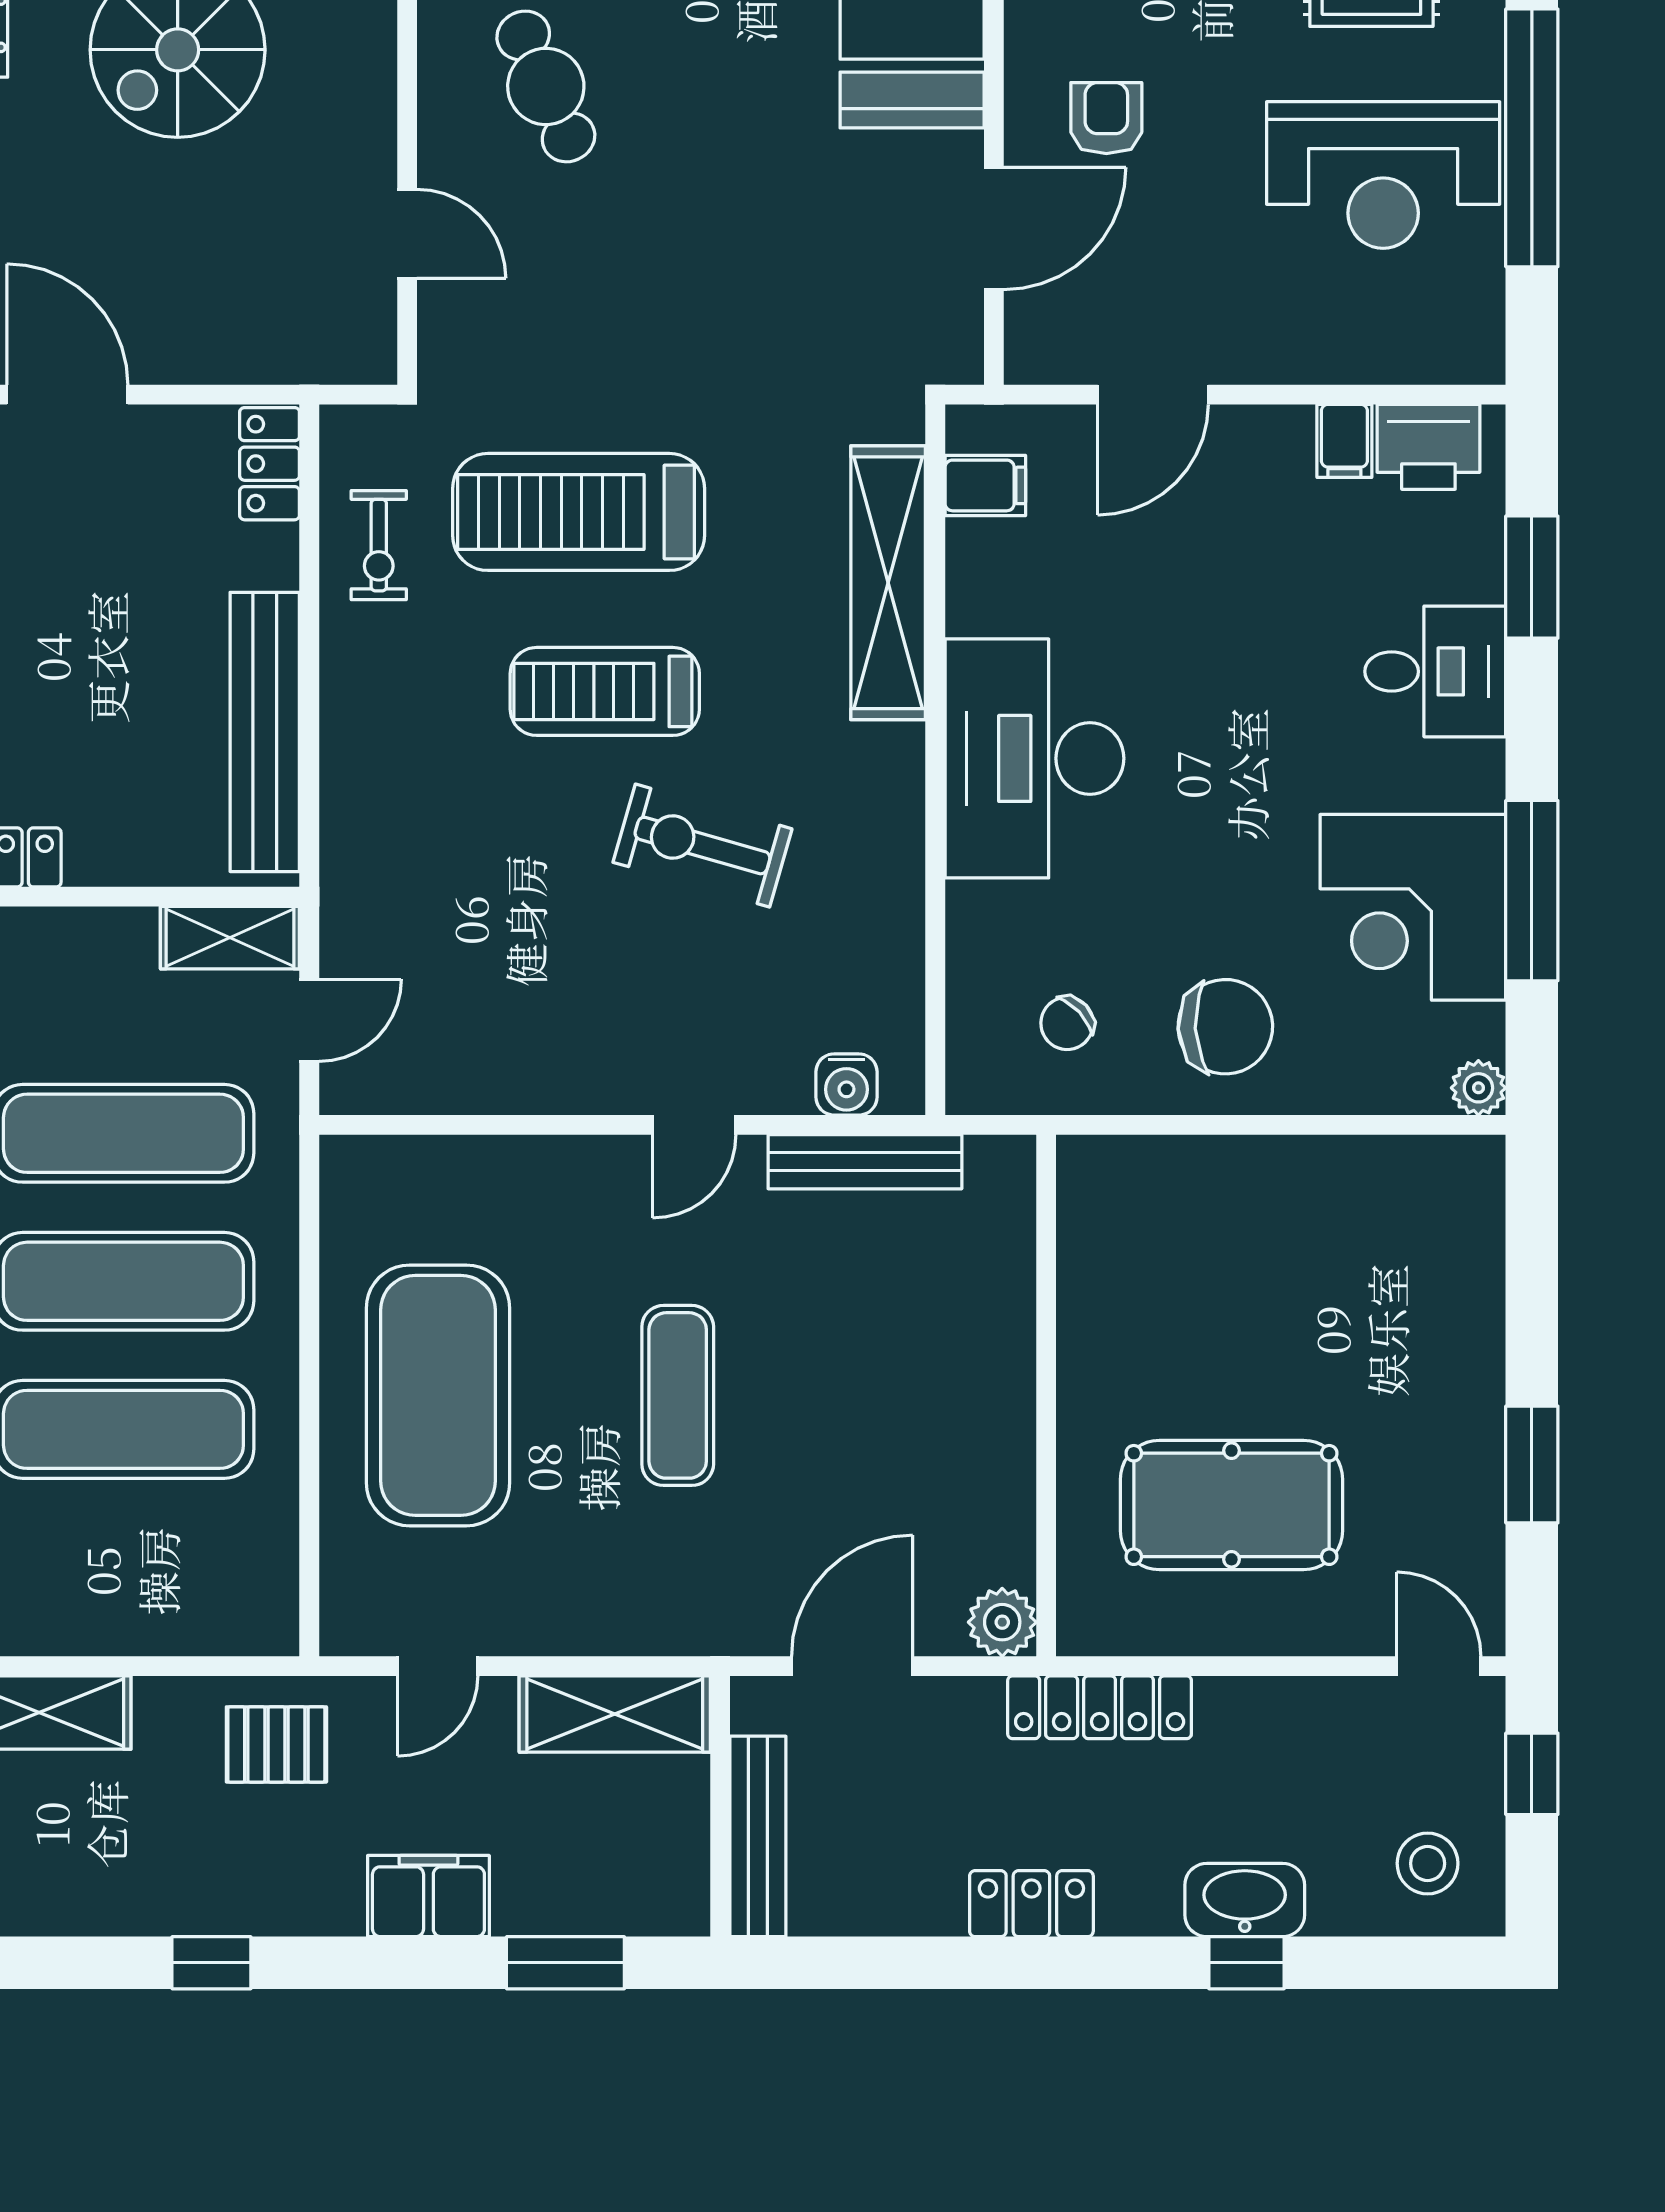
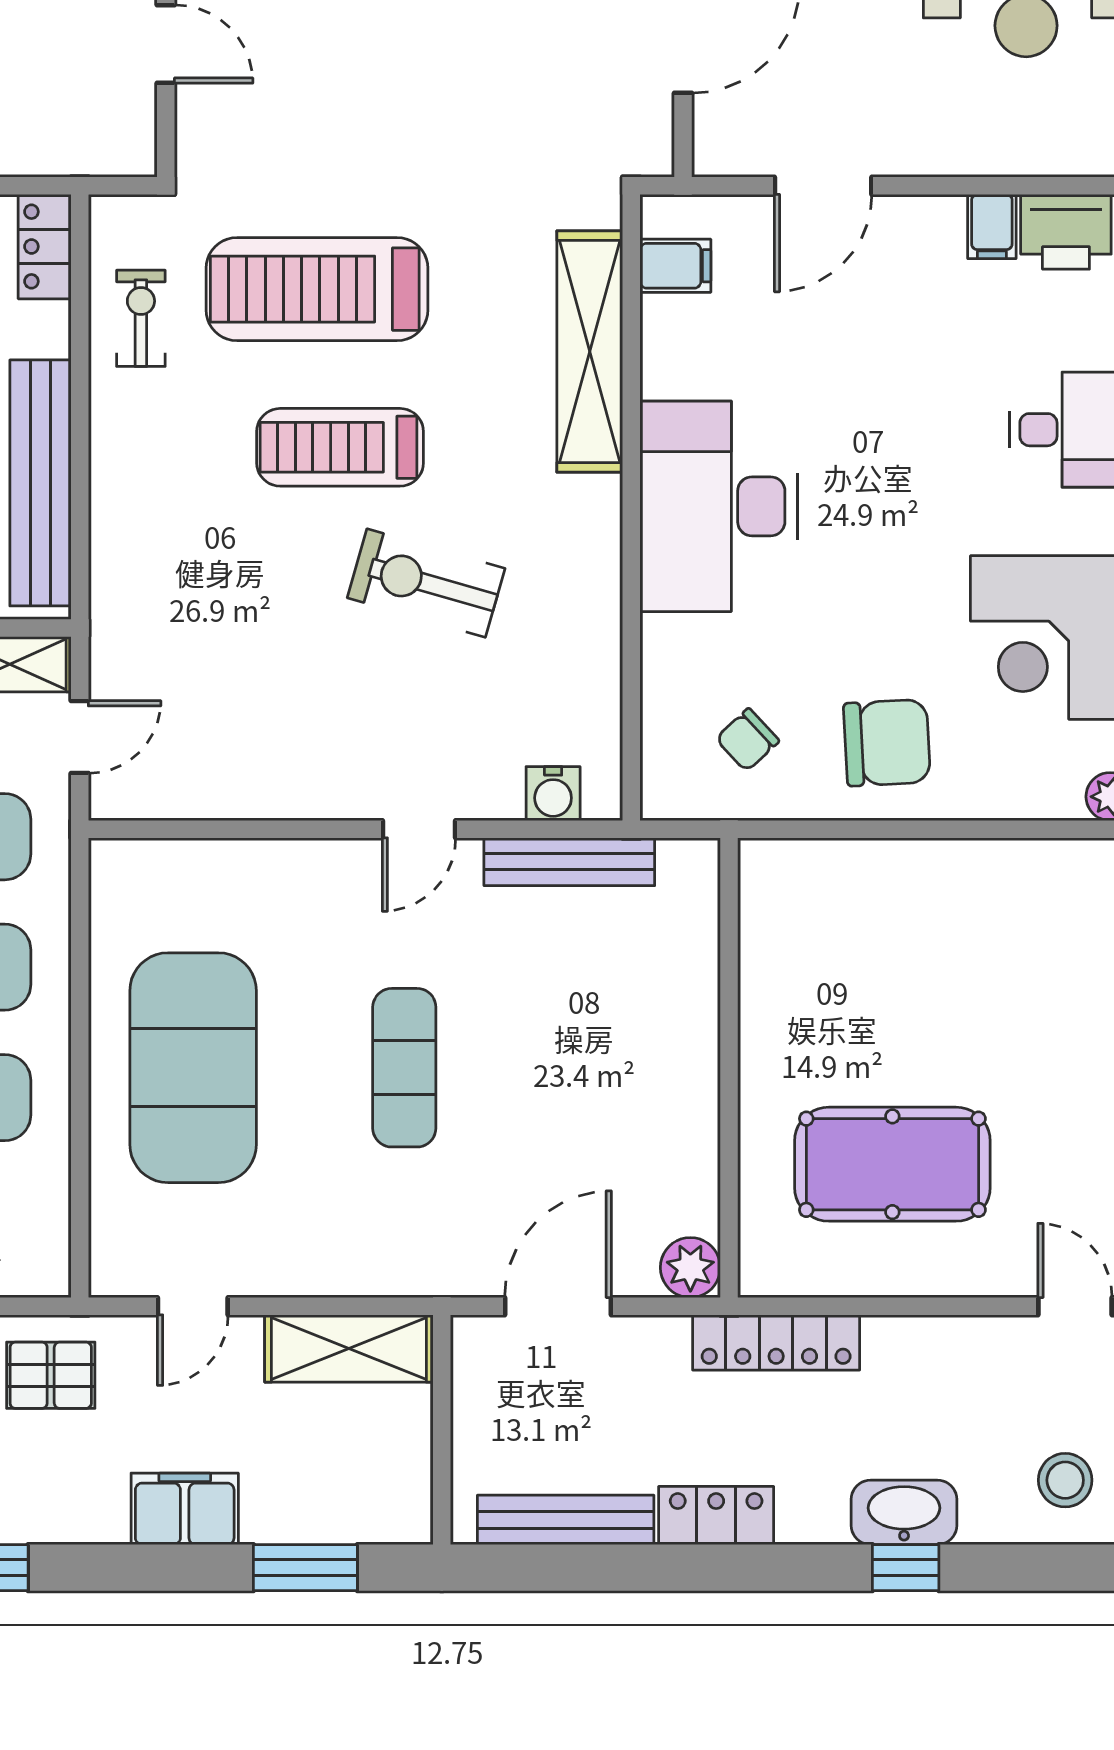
exercise bike: (379, 545) -> (141, 318), turned 180
bench: (758, 1836) -> (566, 1520), moved, turned 90

